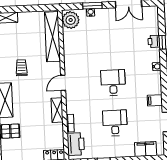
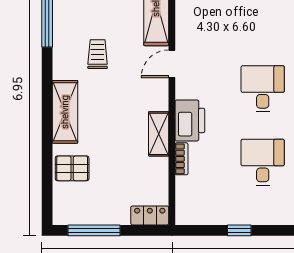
door: (63, 83) -> (172, 64), moved
printer: (76, 144) -> (190, 120), moved

